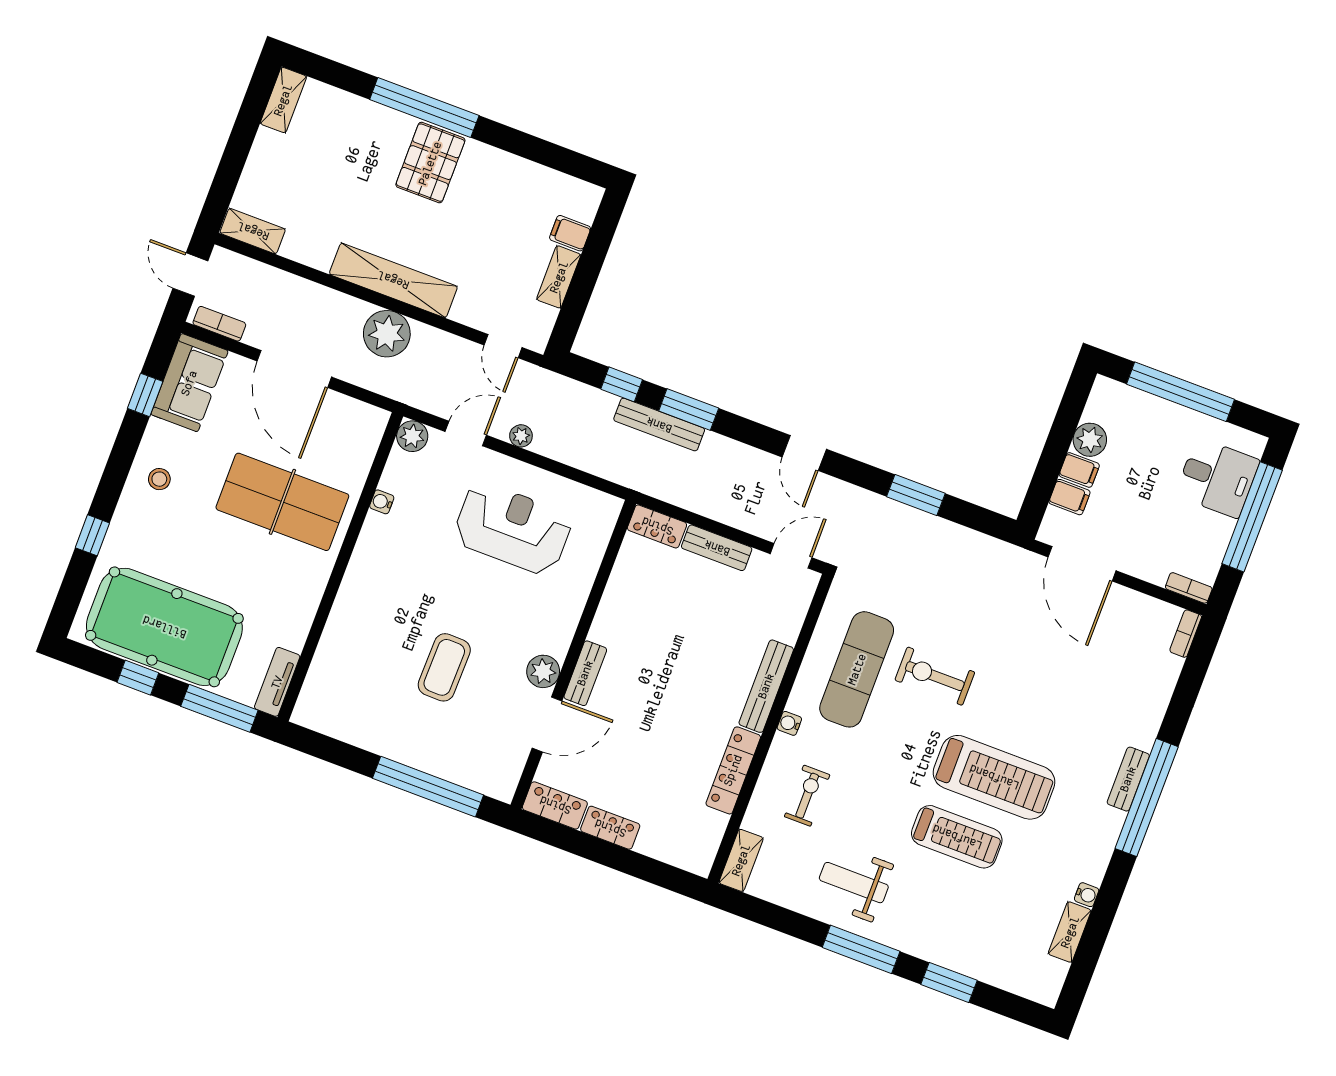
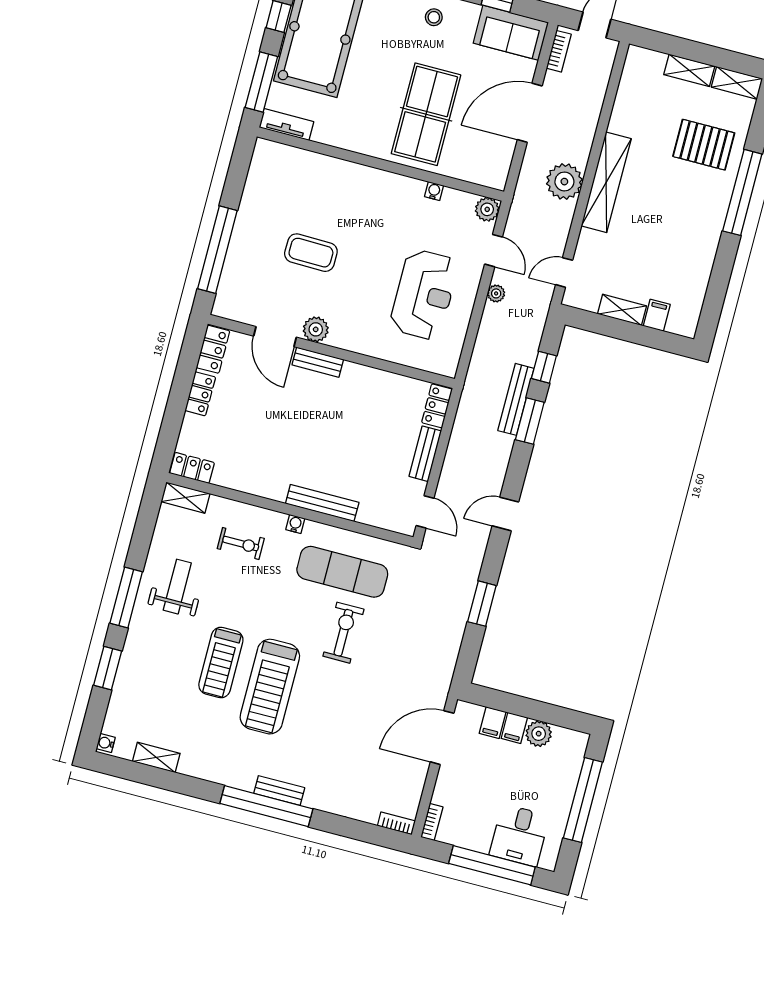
pallet: (430, 163) -> (704, 145), moved
shelving: (253, 231) -> (689, 70), moved, turned 90
locker: (733, 770) -> (192, 468), moved, width x0.66
water cooler: (1087, 895) -> (106, 743), moved, turned 90

